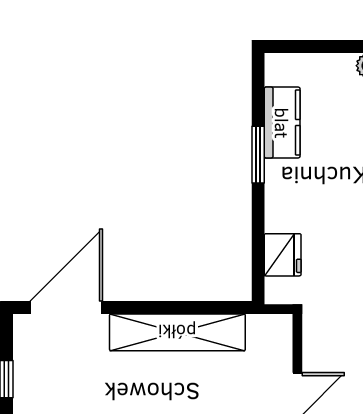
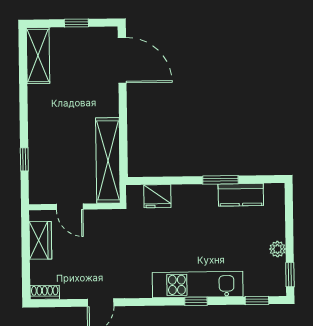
shelving: (177, 332) -> (108, 160), moved

